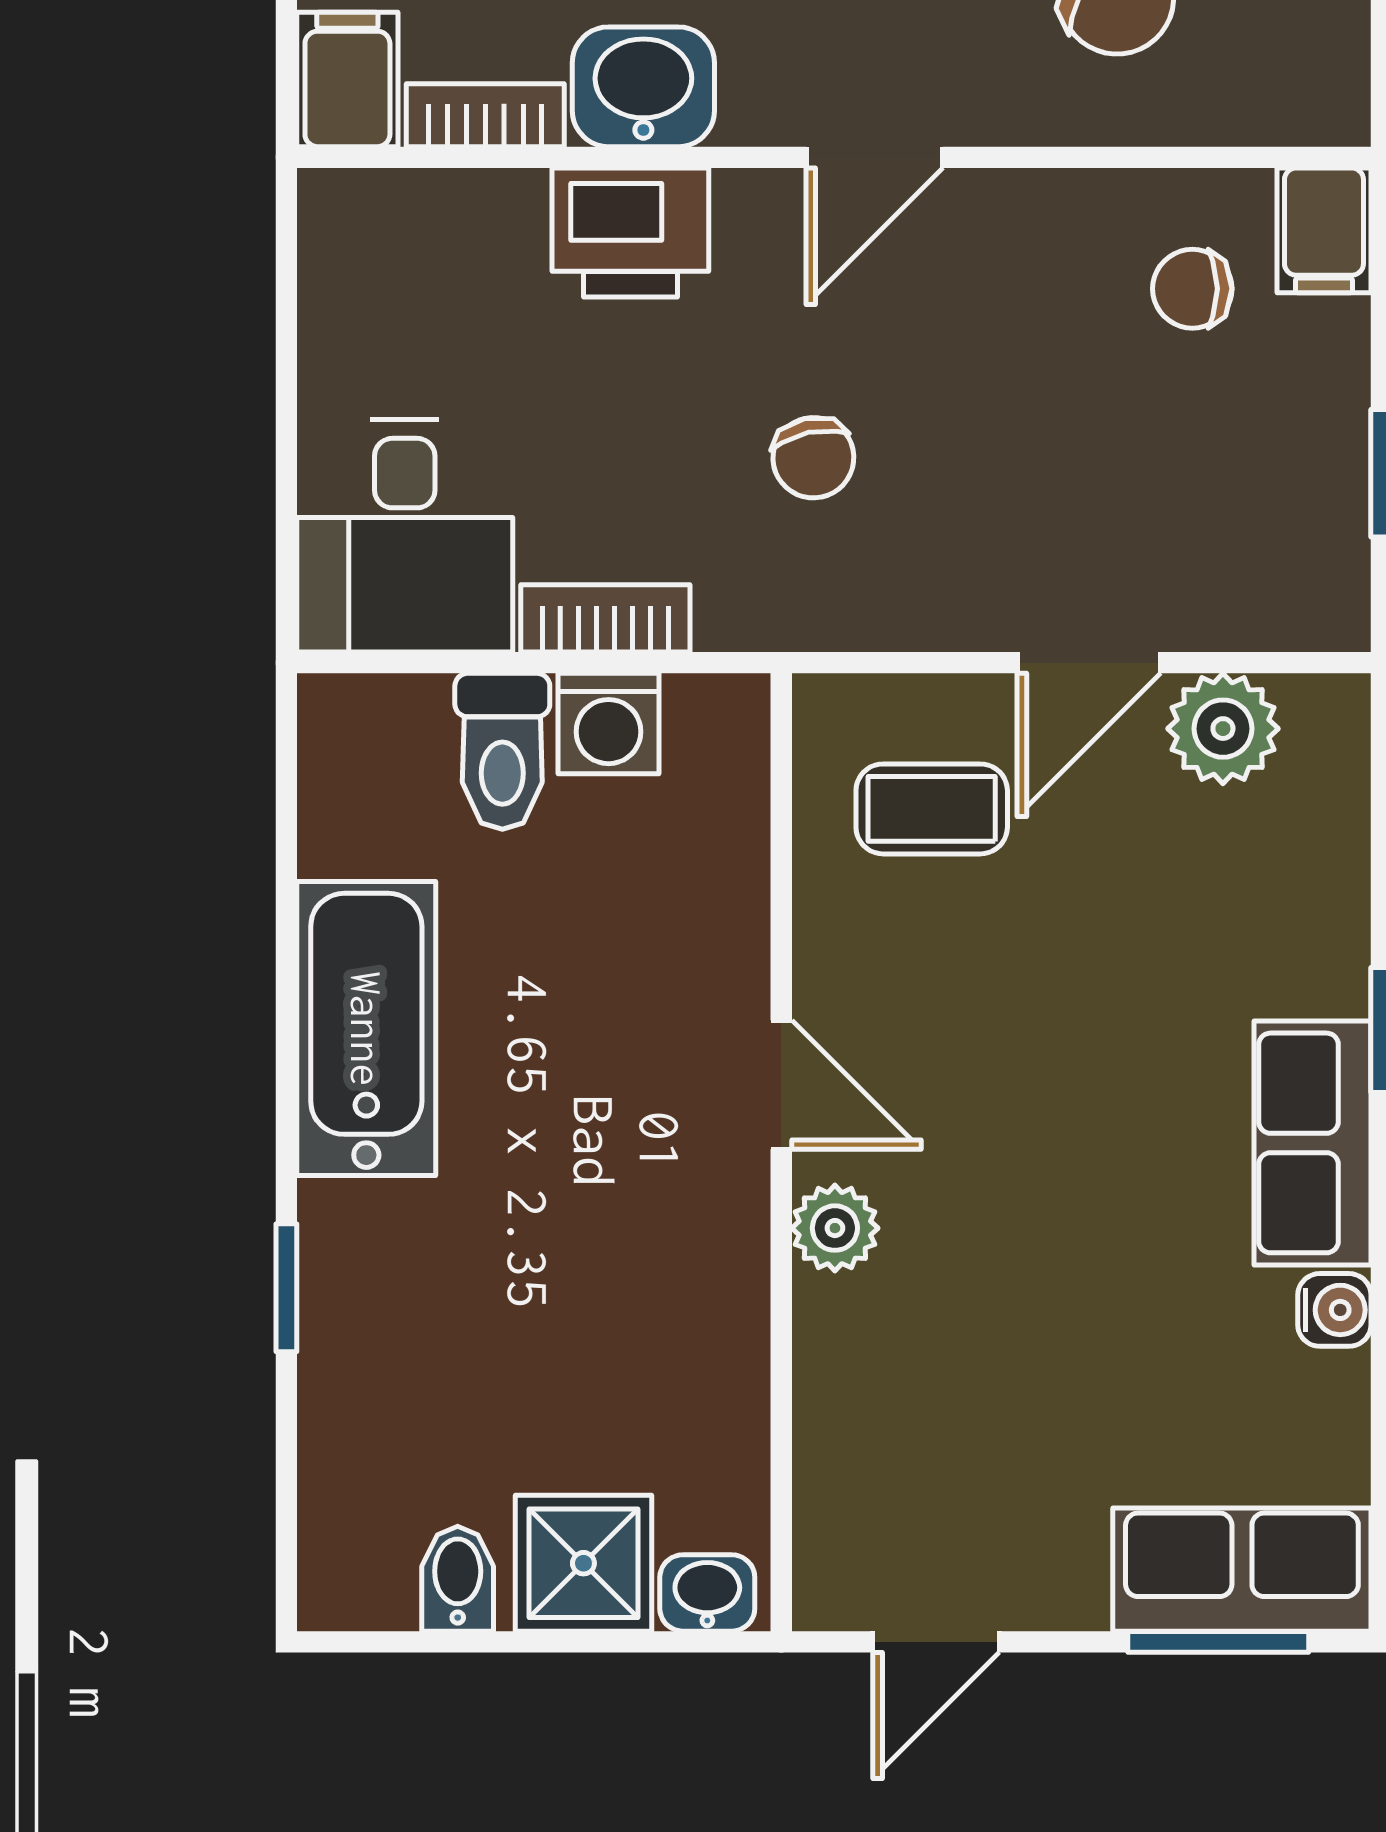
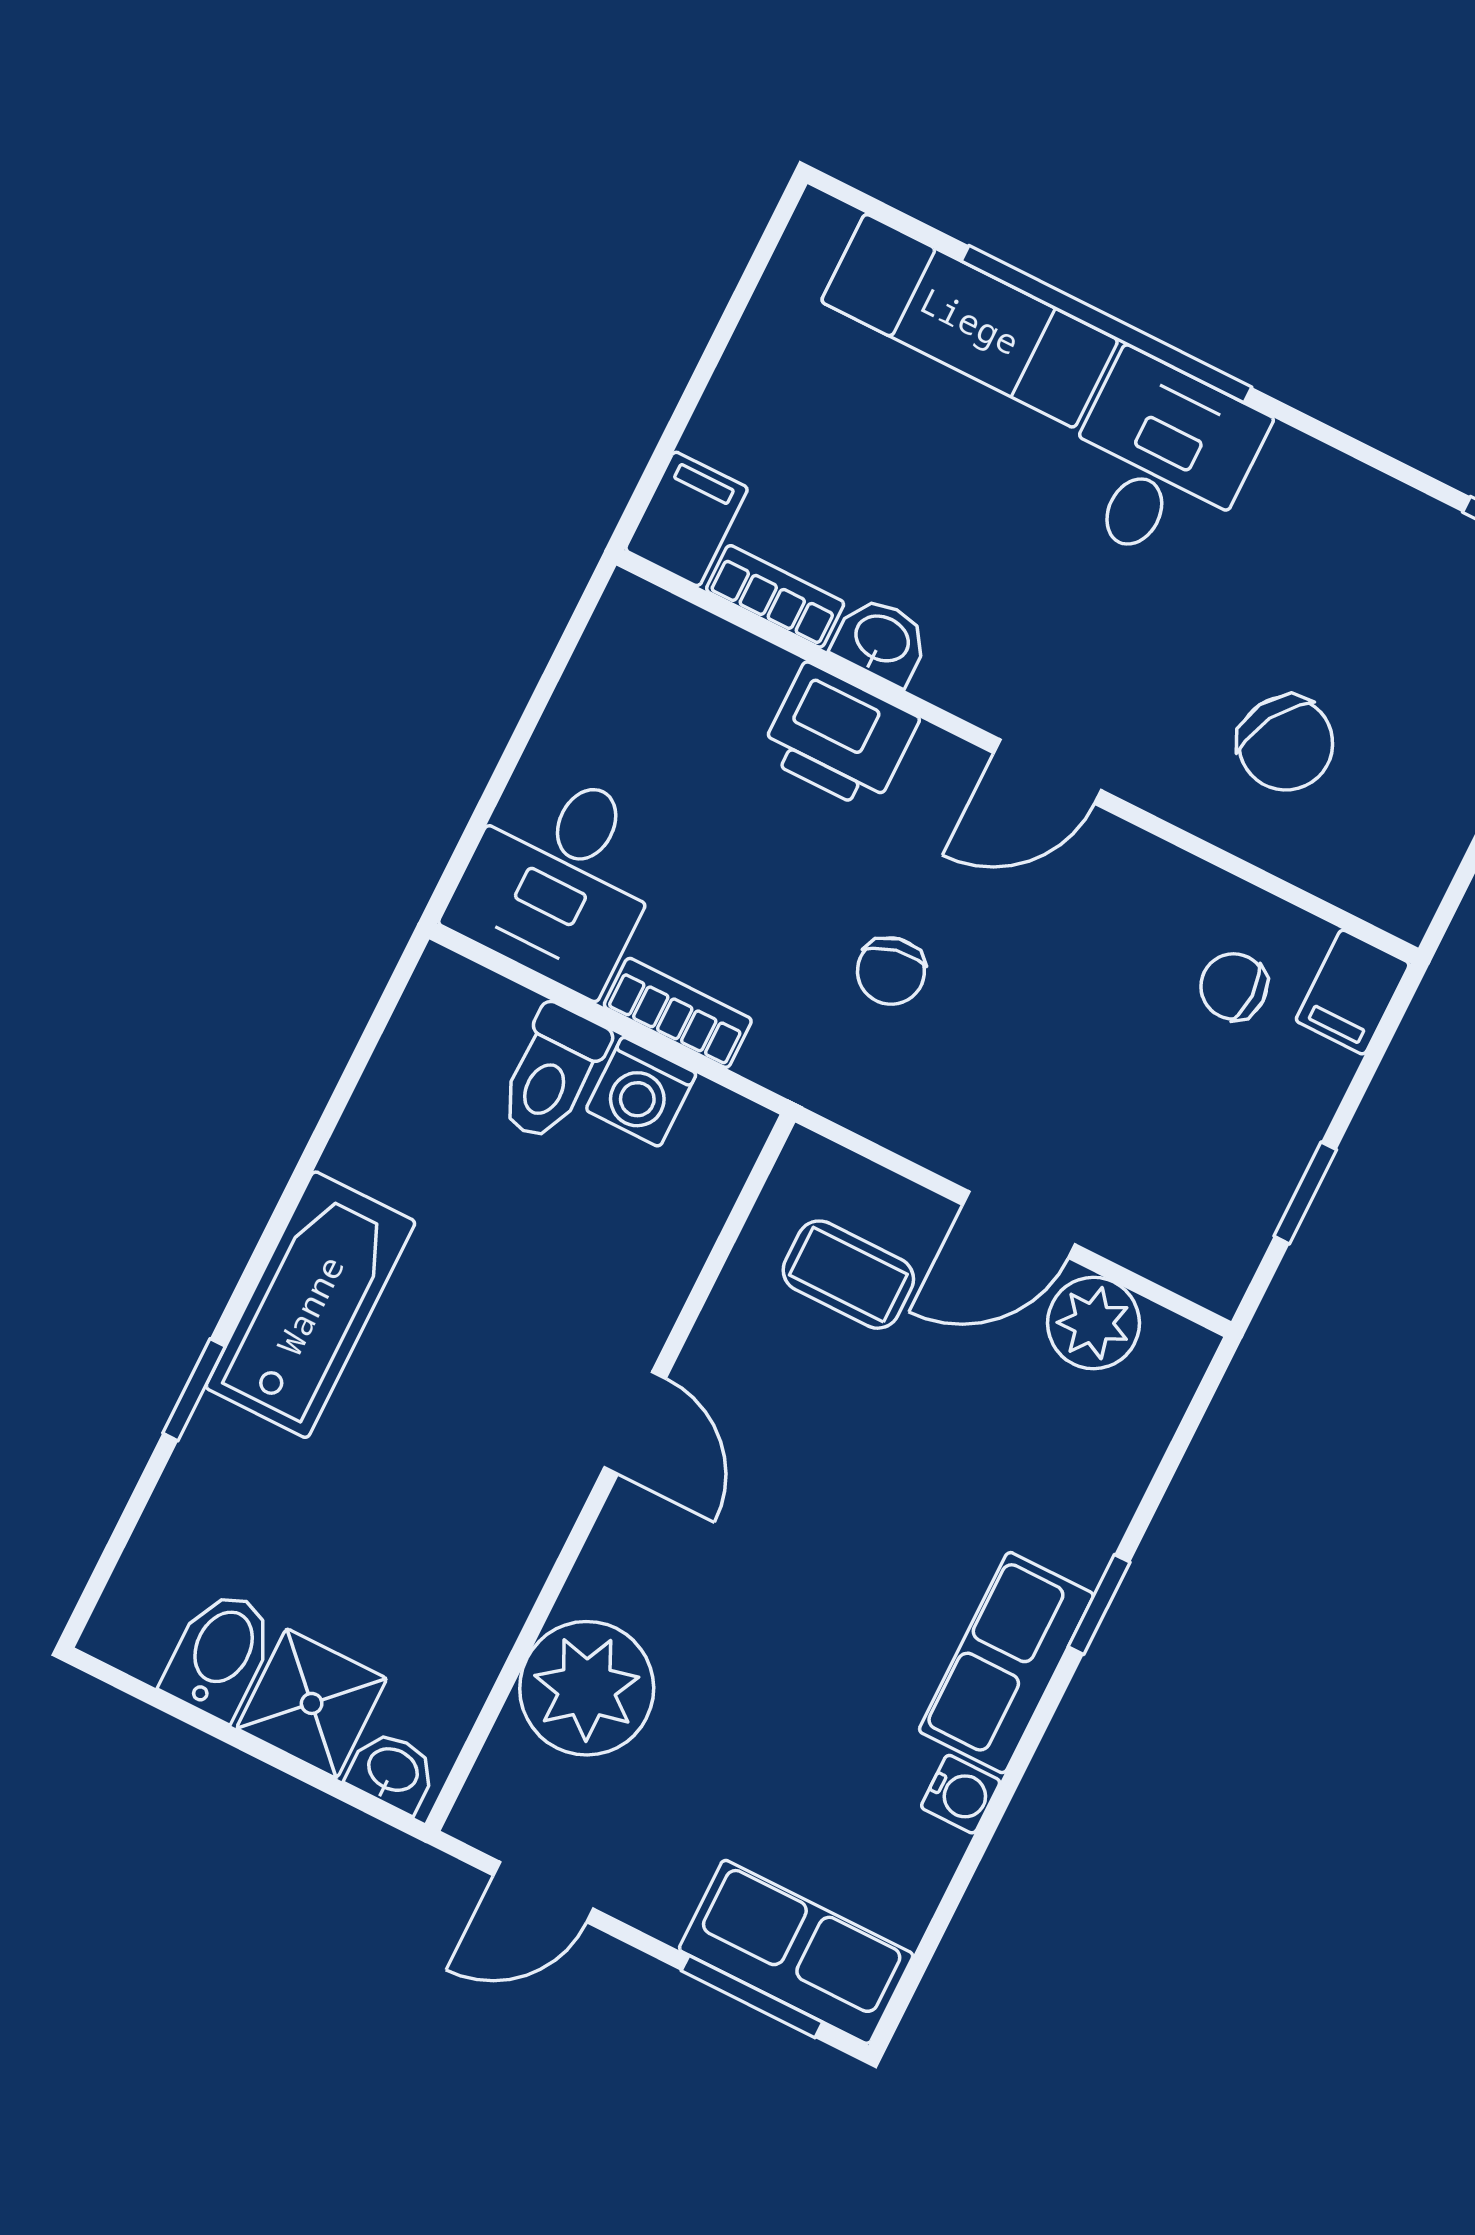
washbasin: (643, 87) -> (881, 640), width x0.72, depth x0.69
bathtub: (366, 1029) -> (310, 1305), moved
plant: (835, 1228) -> (587, 1688), moved, width x1.87, depth x1.87
bidet: (458, 1579) -> (220, 1654), width x1.38, depth x1.36

